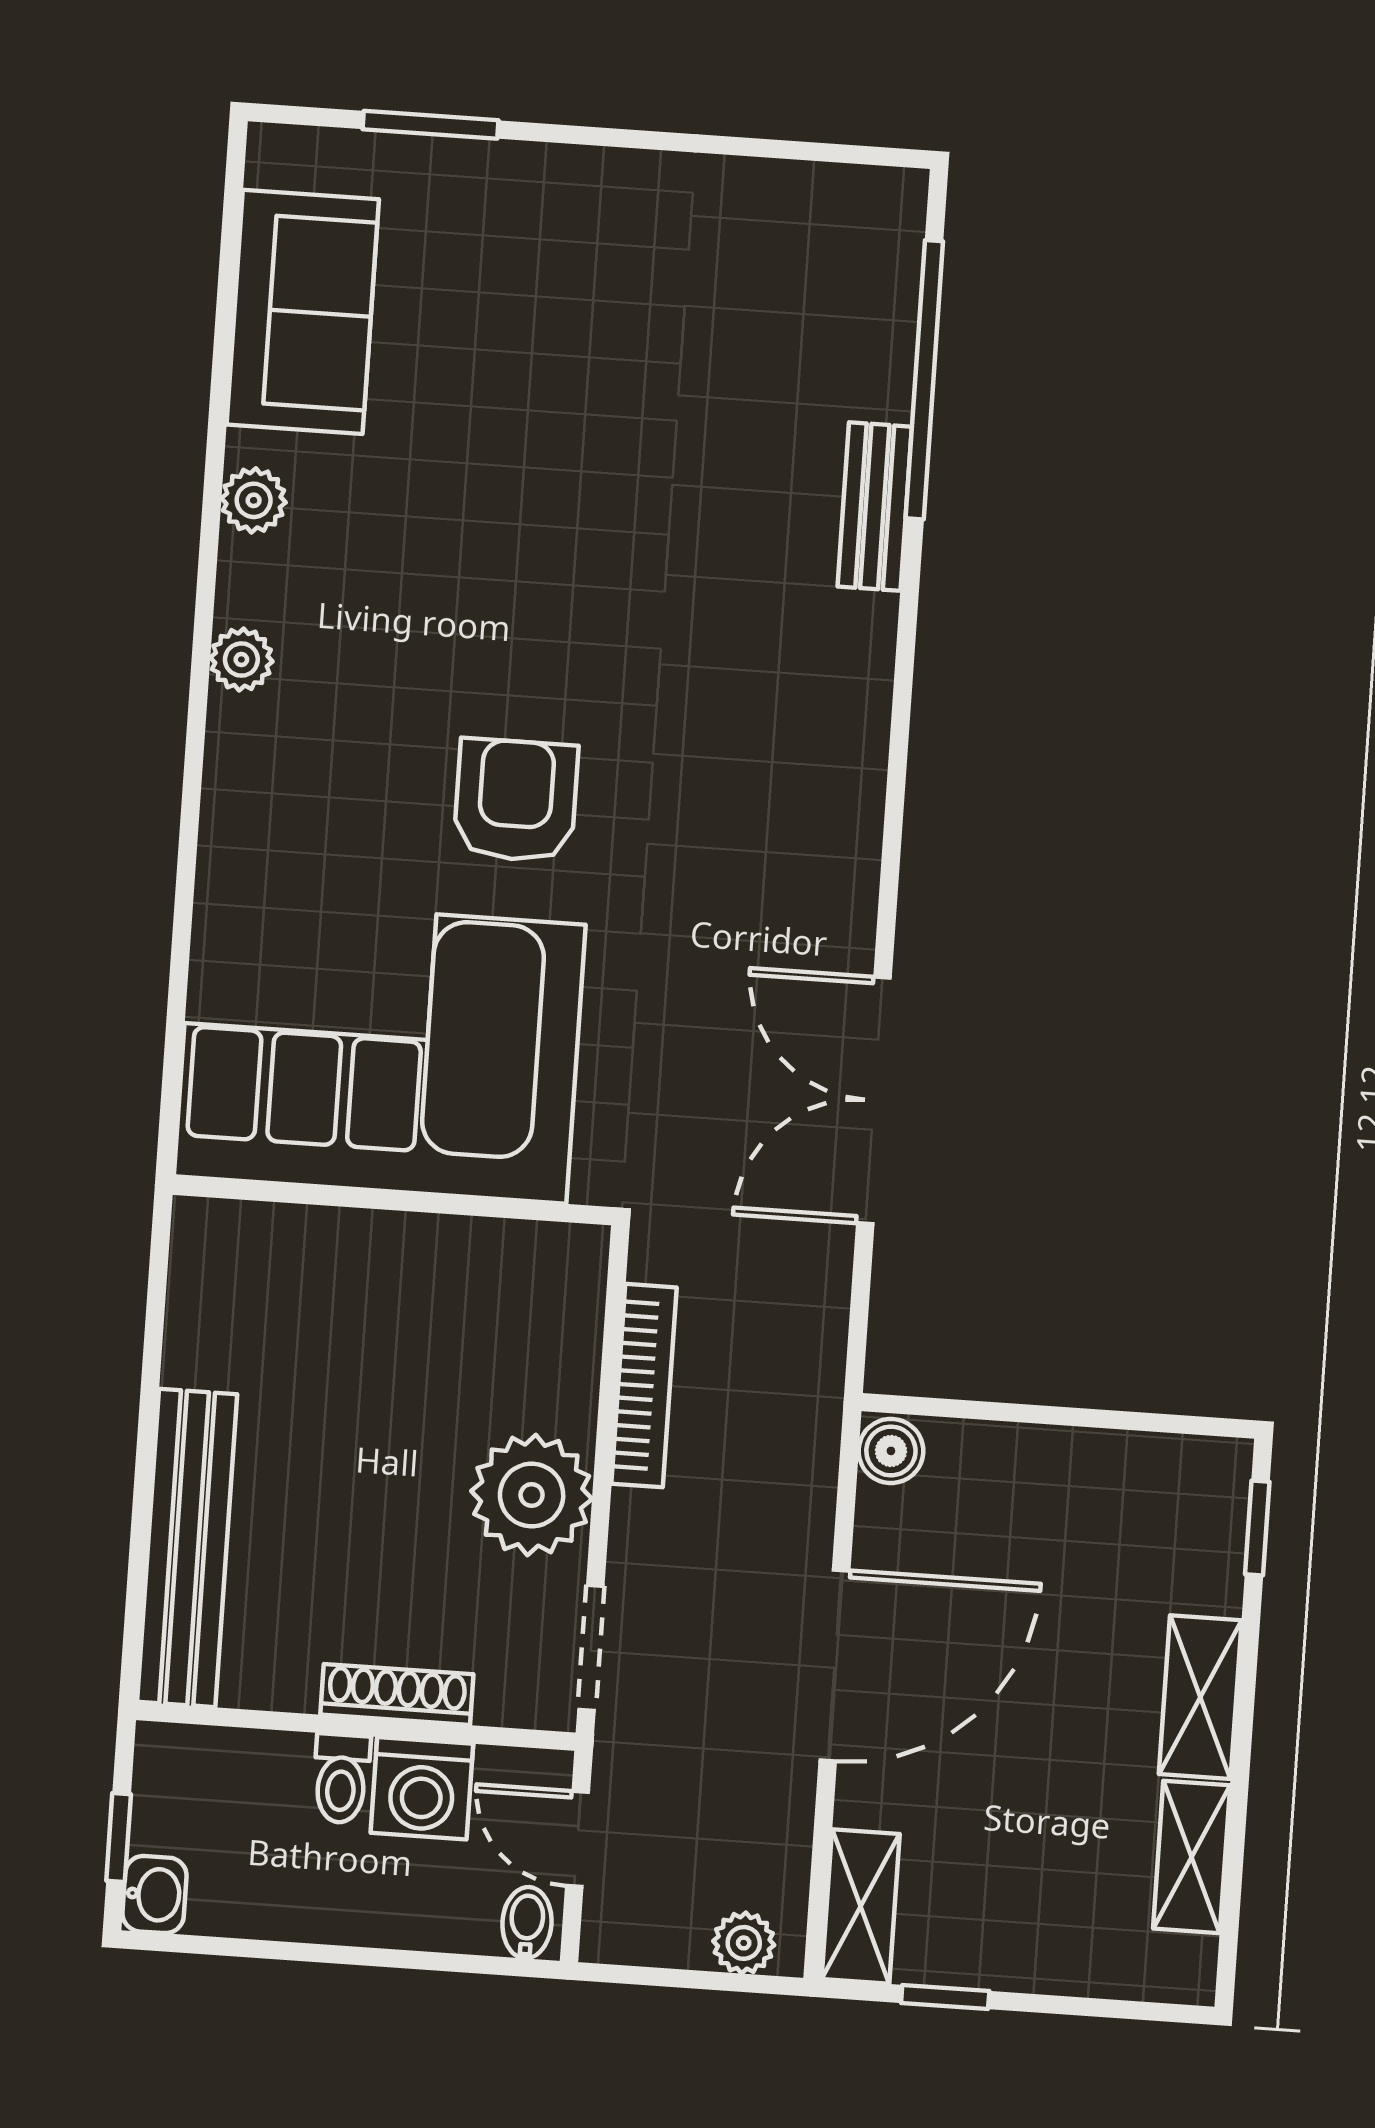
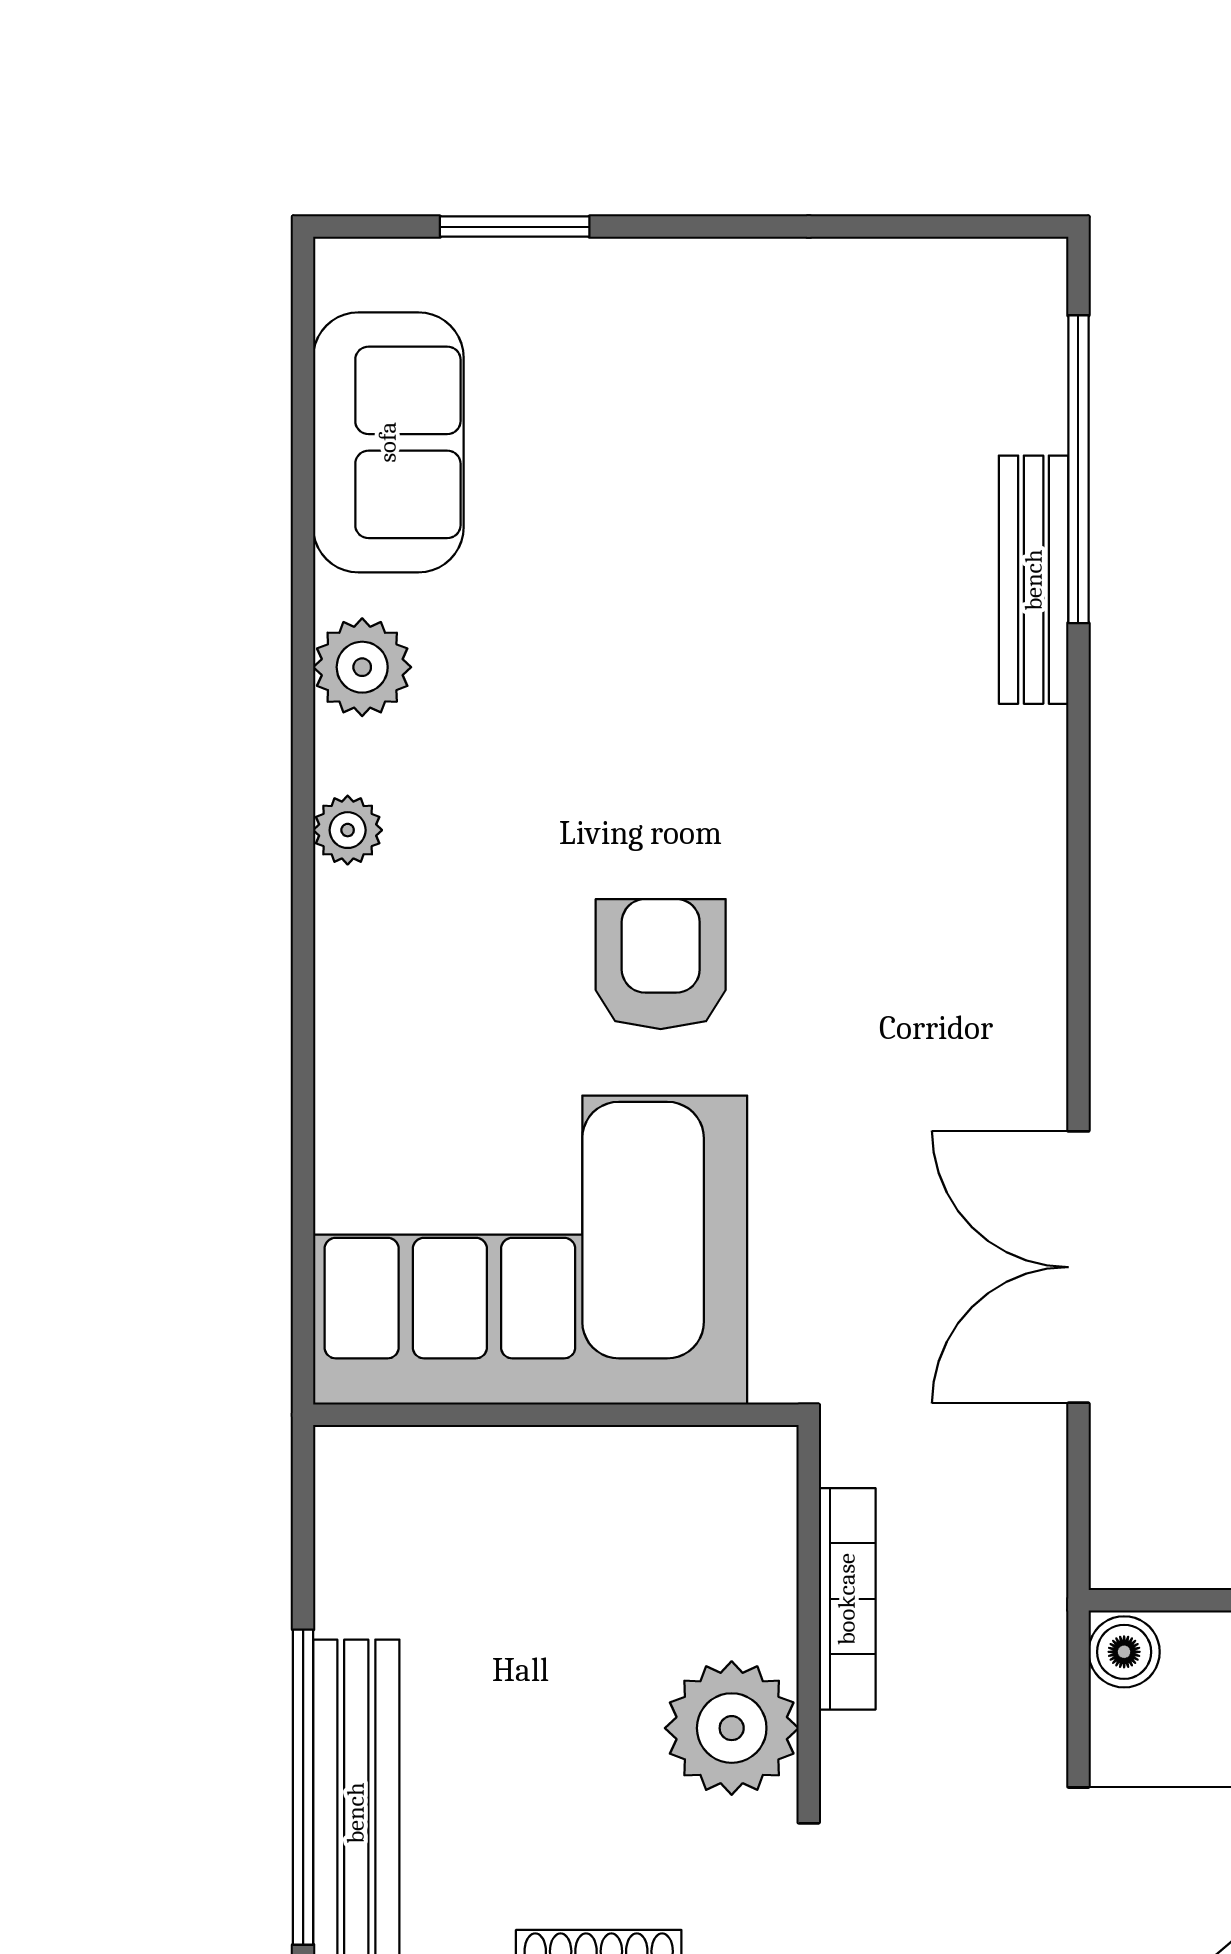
plant: (254, 500) -> (362, 667), width x1.38, depth x1.38
bench: (875, 507) -> (1034, 580), width x1.36
window: (141, 1521) -> (303, 1787), added

